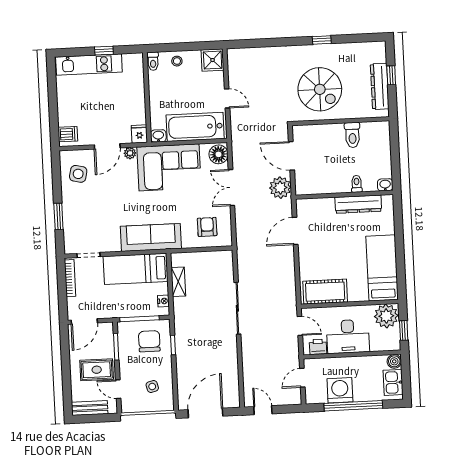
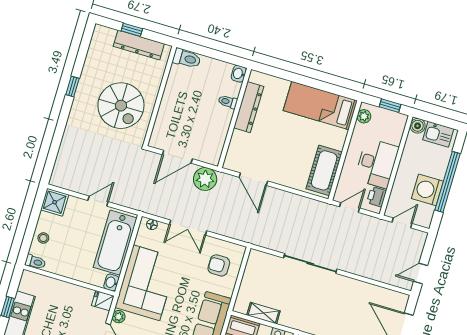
spiral stairs: (320, 89) -> (121, 106), turned 90
toilet: (352, 135) -> (187, 58), moved
floor lamp: (219, 154) -> (152, 224), width x0.53, depth x0.53
plant: (386, 316) -> (364, 116), width x0.53, depth x0.53
door: (302, 378) -> (402, 223), swing flipped

